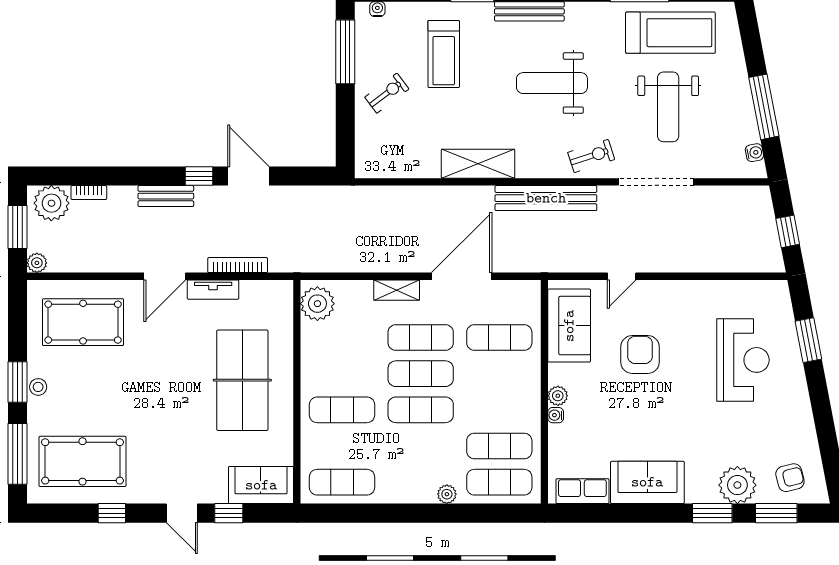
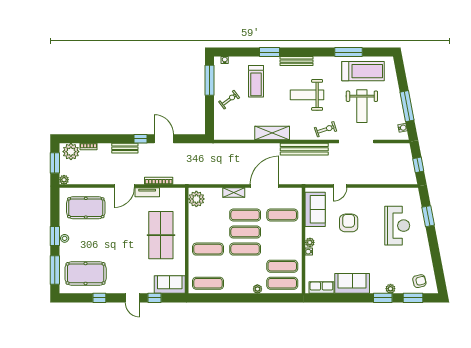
plant: (737, 485) -> (390, 289), width x0.53, depth x0.53

